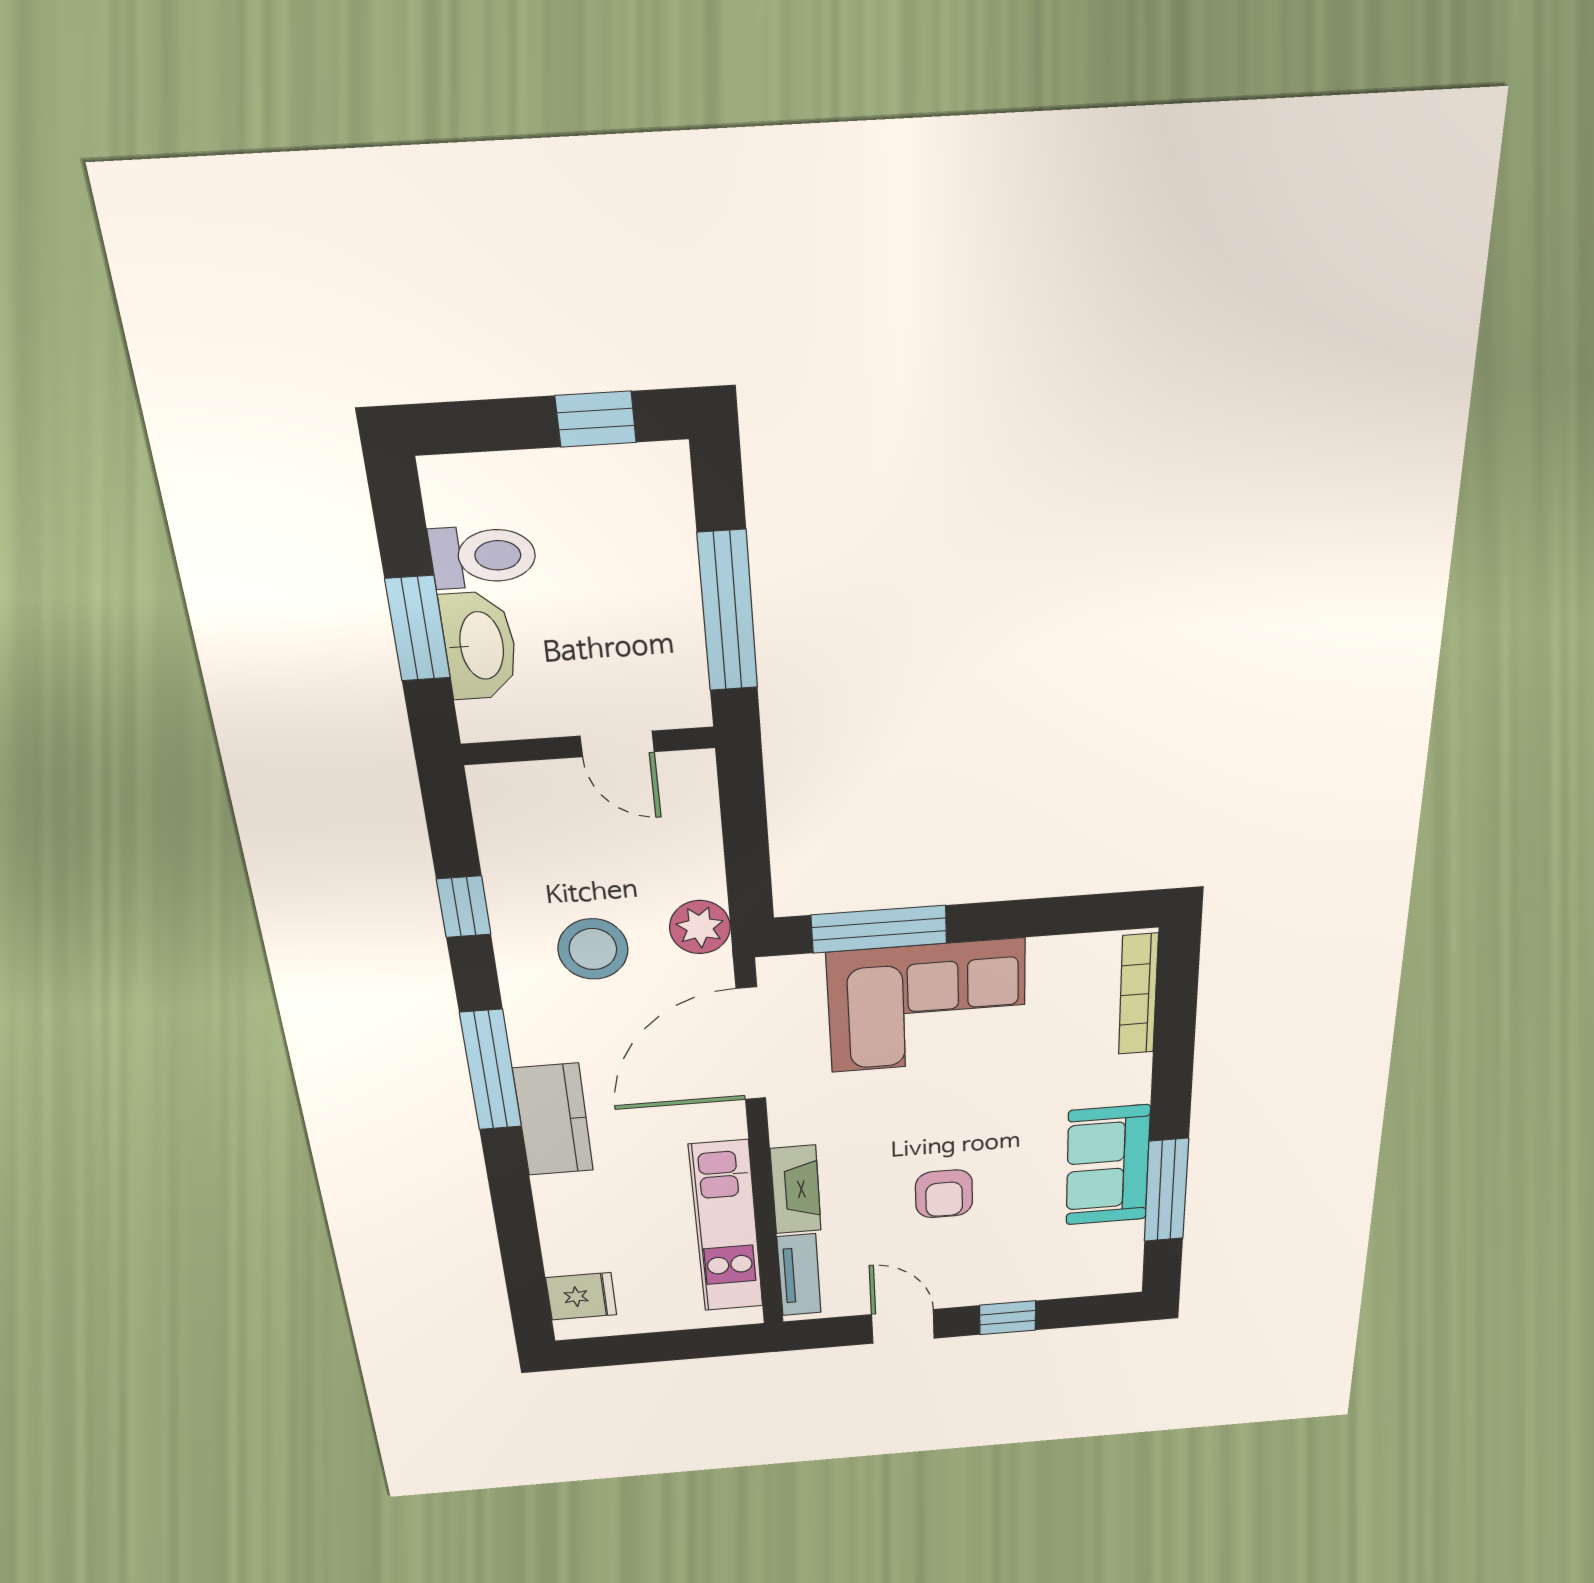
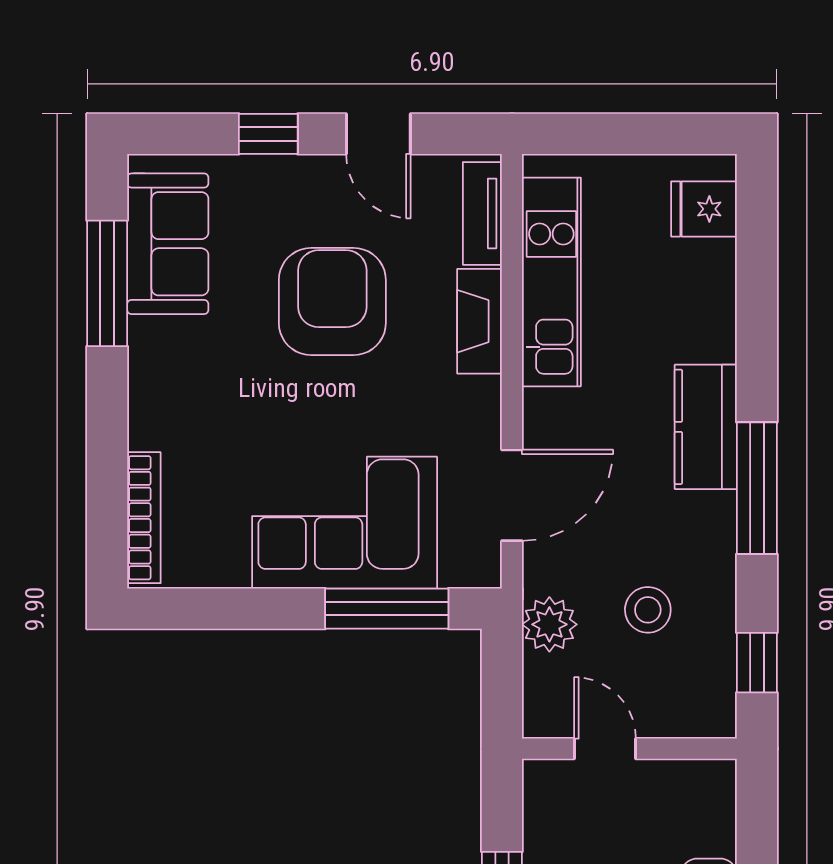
door: (617, 744) -> (605, 749), moved
wall: (589, 746) -> (629, 749), moved
stool: (593, 949) -> (648, 610), width x0.73, depth x0.73
door: (751, 1044) -> (512, 495), width x0.73
sofa: (1108, 1165) -> (168, 244), moved
armchair: (944, 1194) -> (332, 301), width x1.88, depth x1.88

